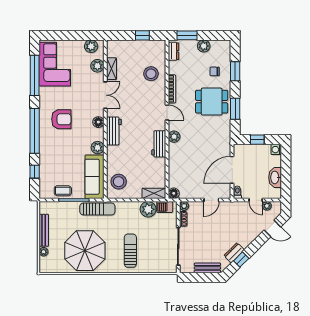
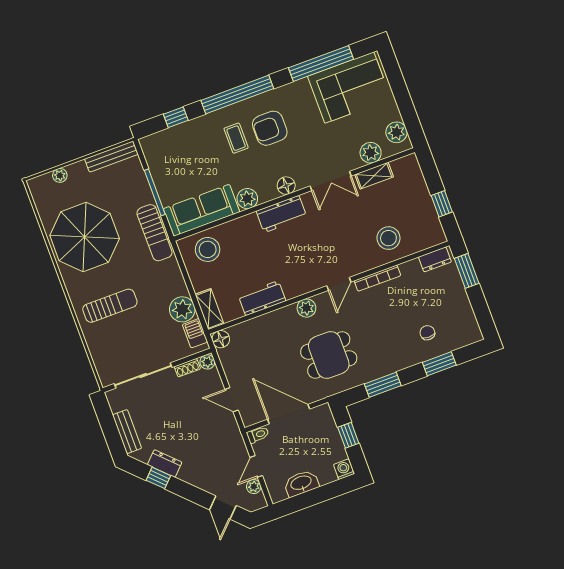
plant: (204, 46) -> (460, 302), removed
dining table: (212, 102) -> (329, 355), moved, turned 90
armchair: (61, 119) -> (270, 128), turned 90
workbench: (159, 144) -> (262, 298), moved
coffee table: (63, 191) -> (236, 138), moved
bench: (44, 230) -> (111, 157), moved

